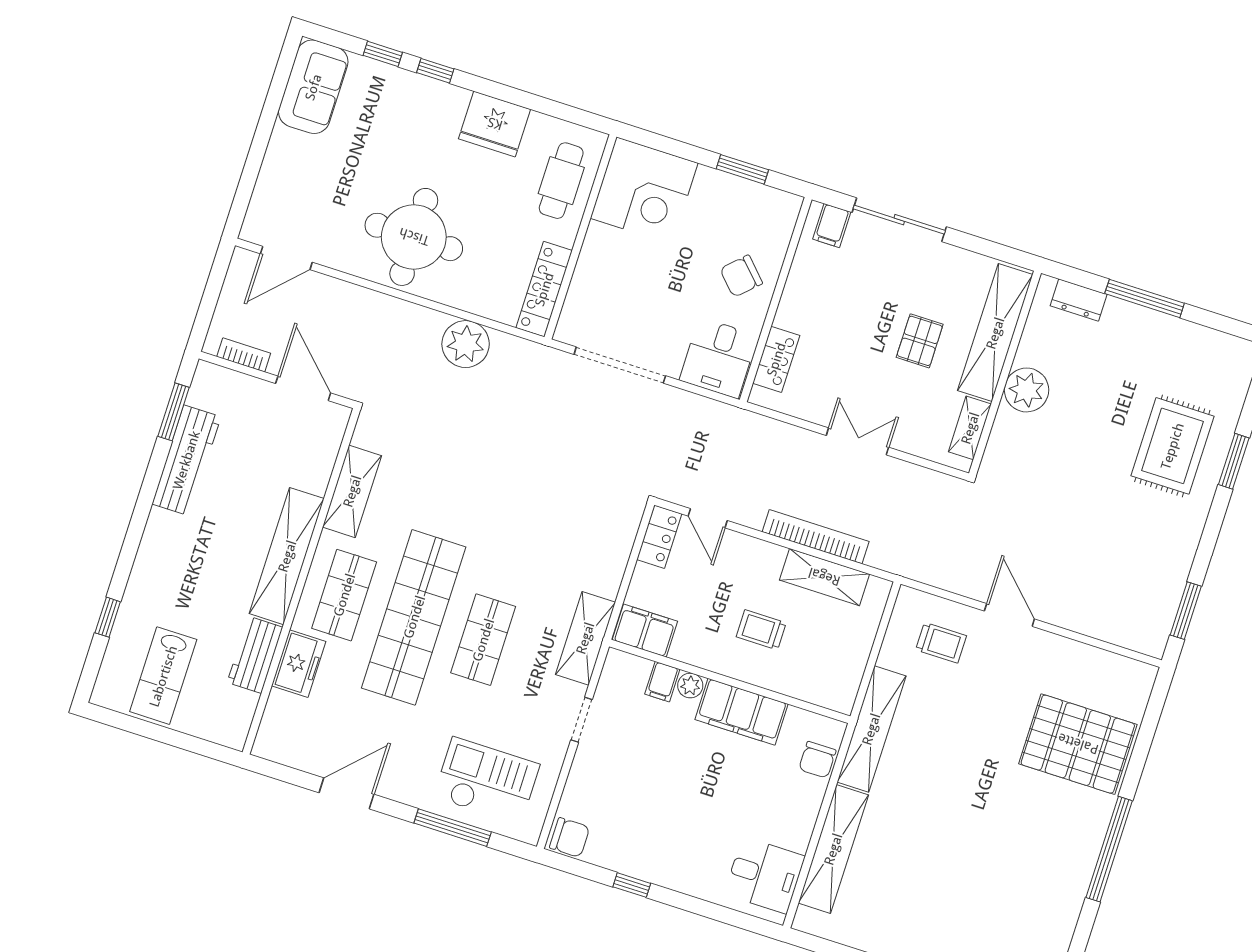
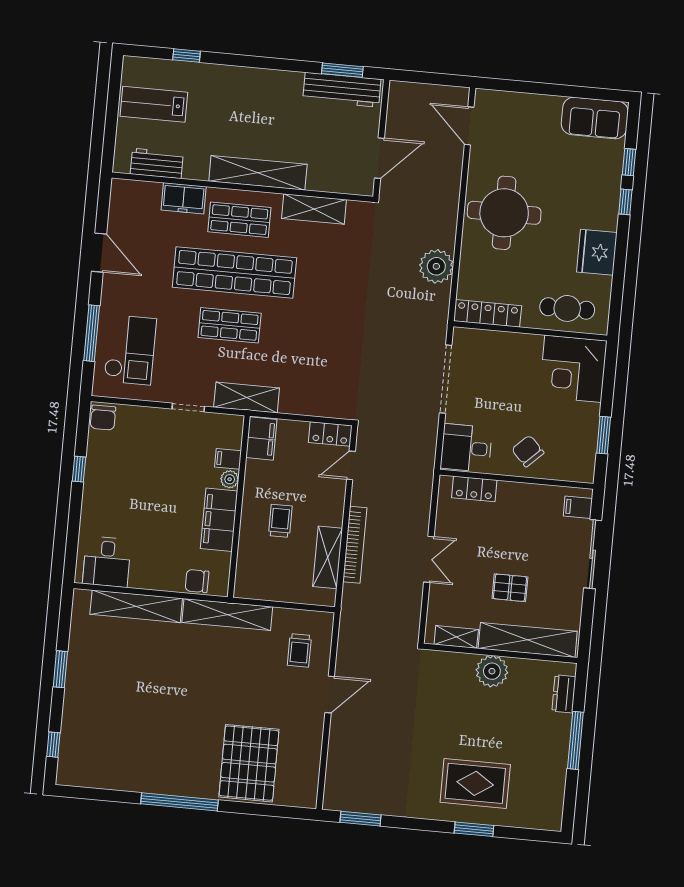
bookcase: (244, 355) -> (394, 111), removed
workbench: (186, 460) -> (342, 90), moved
workbench: (255, 655) -> (157, 163), moved

